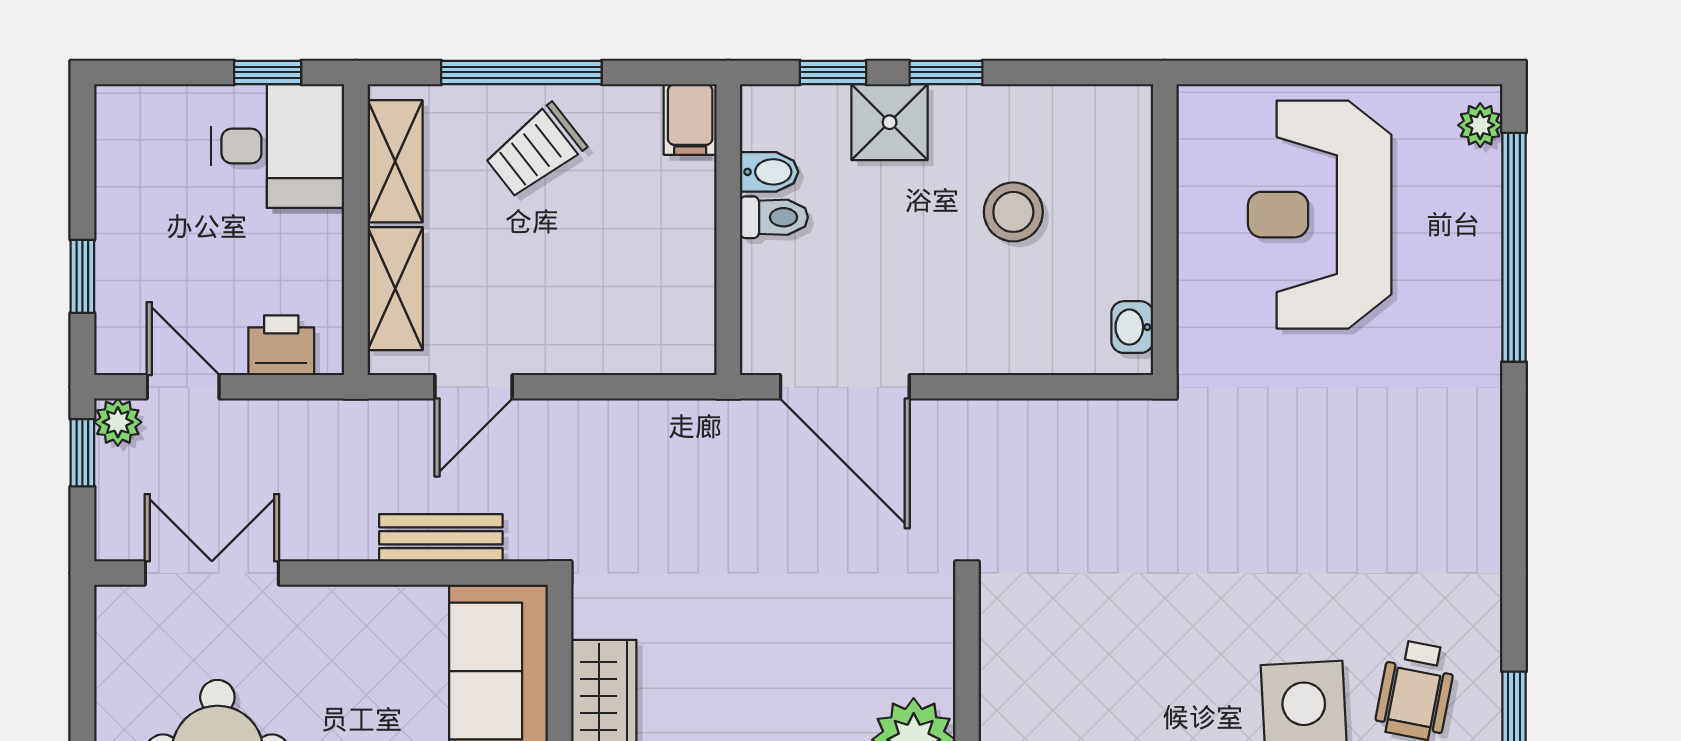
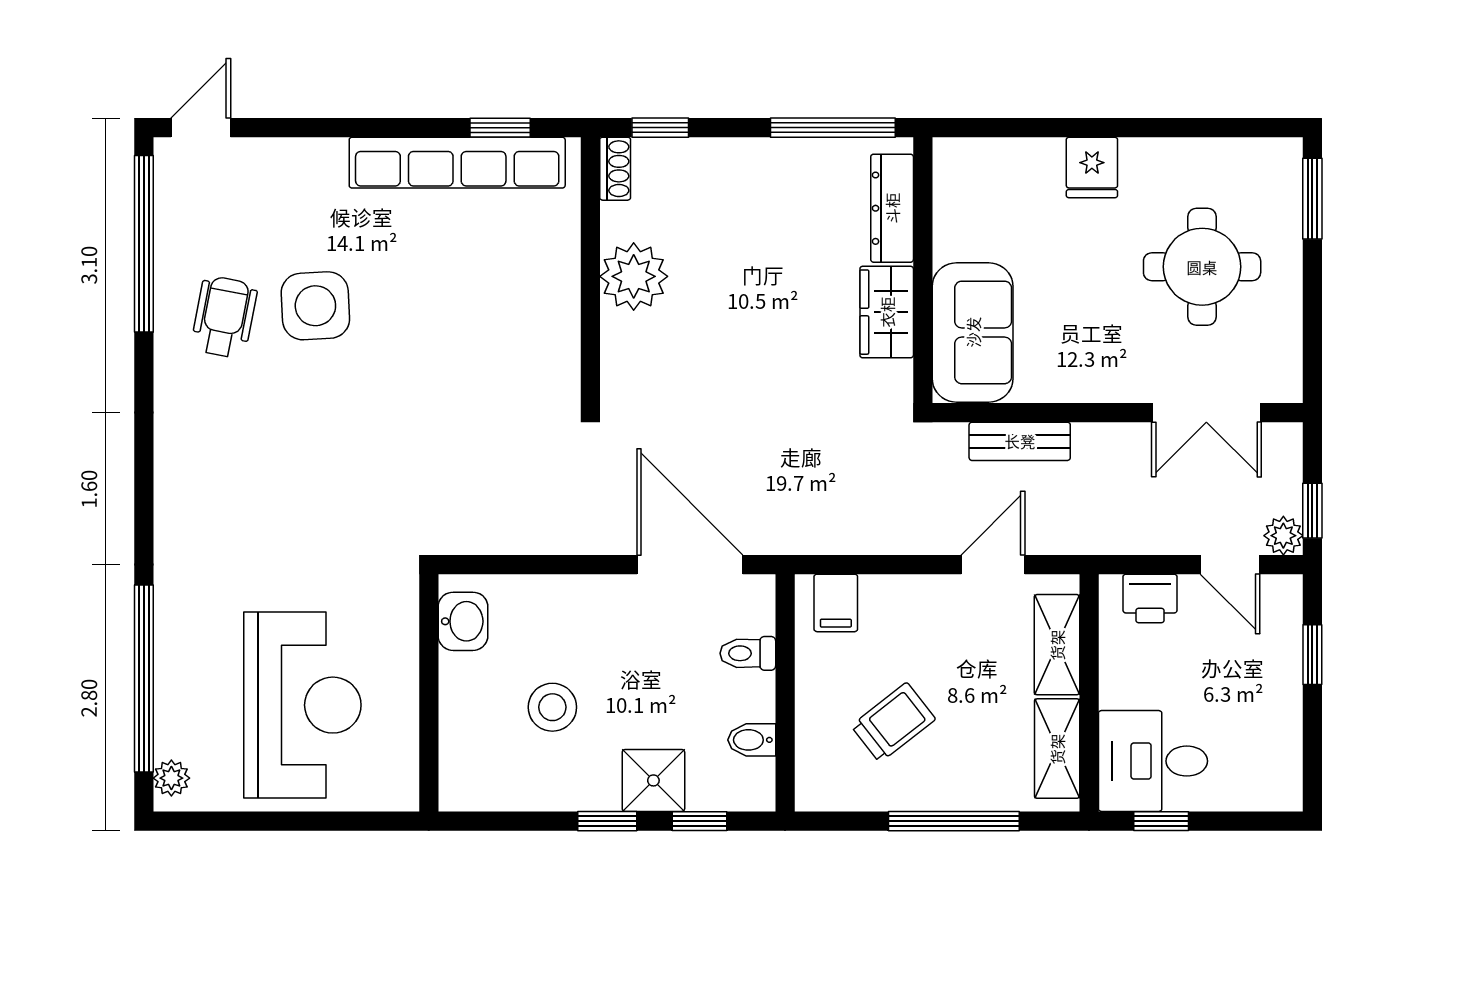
filing cabinet: (690, 119) -> (836, 603), moved, turned 180
trolley: (535, 151) -> (893, 722), moved
toilet: (774, 217) -> (748, 653), moved
washbasin: (1132, 327) -> (463, 621), width x1.38, depth x1.45

